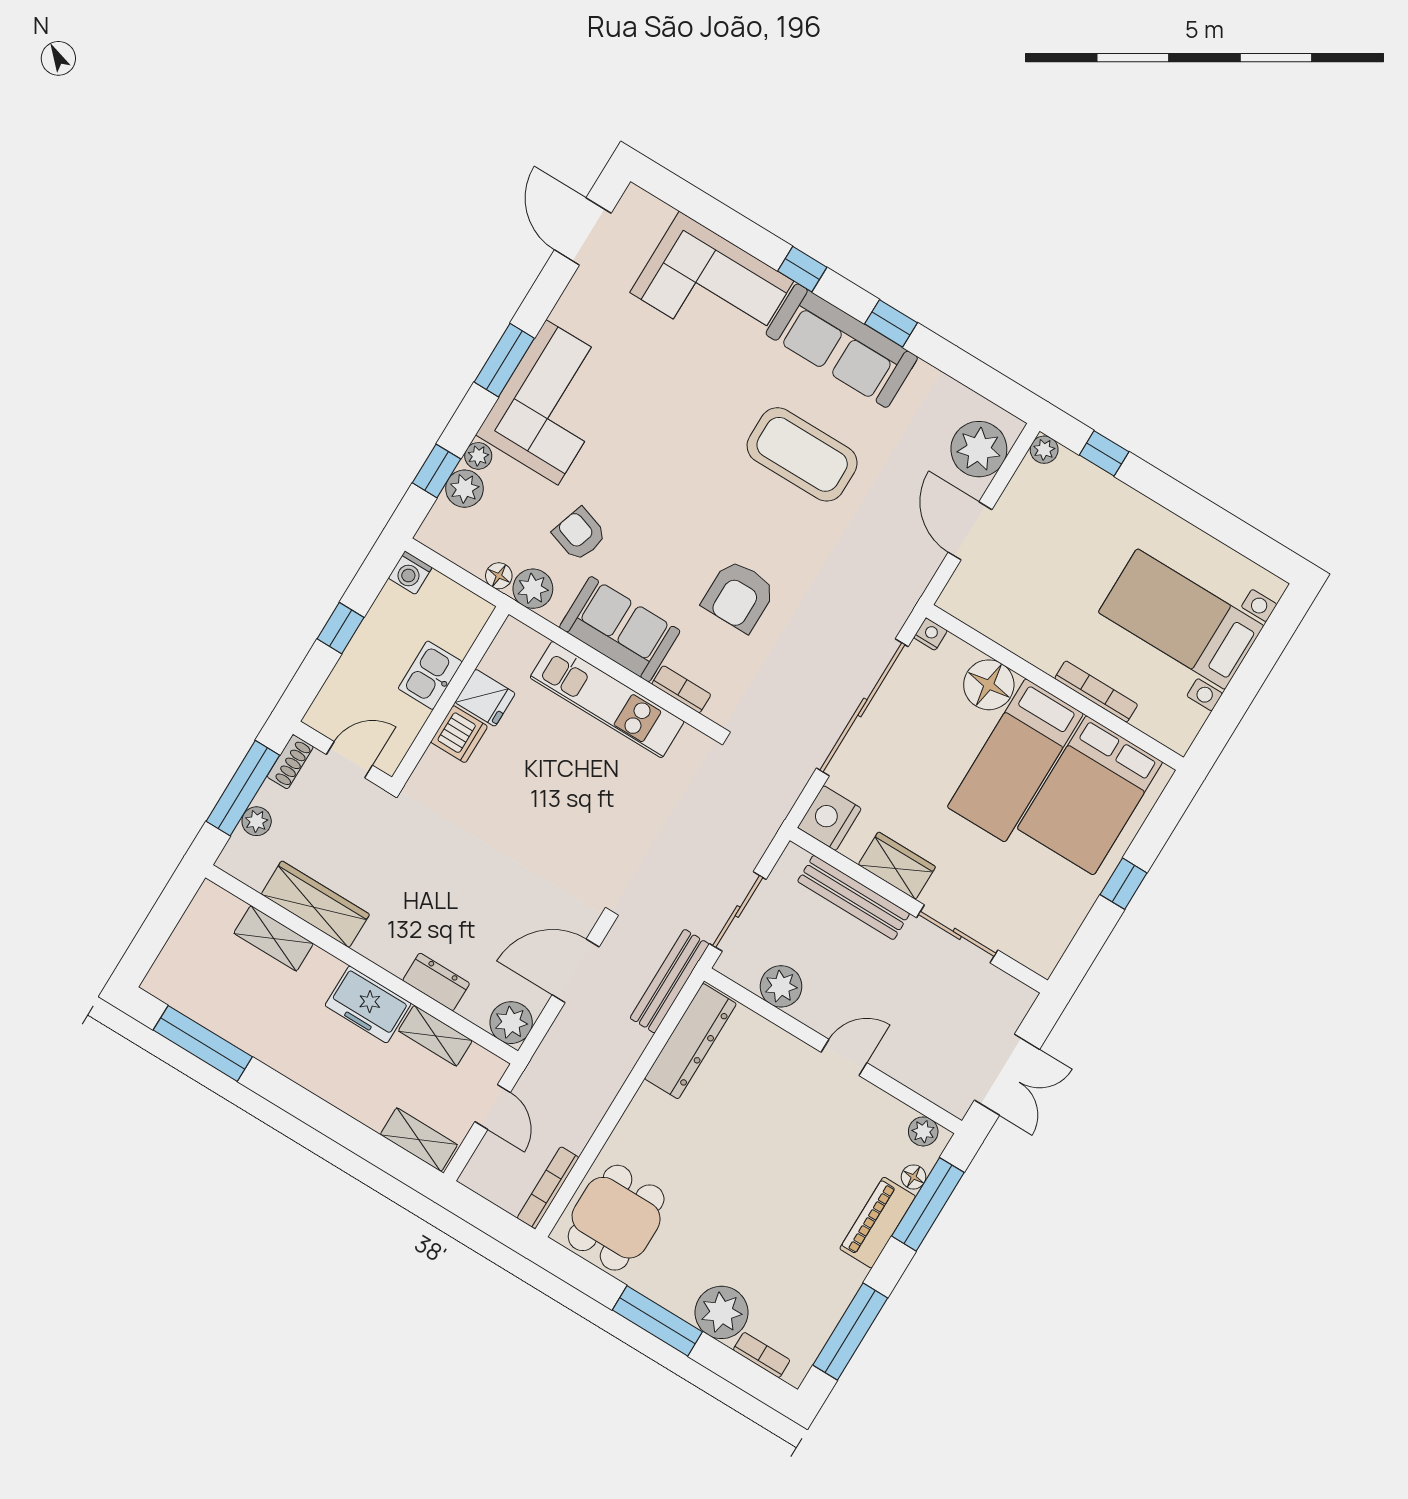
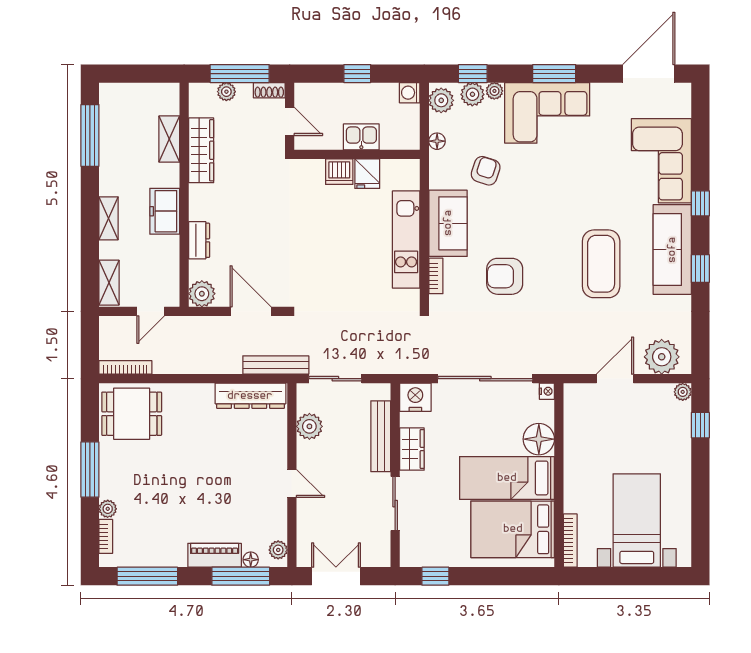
door: (583, 232) -> (649, 74), width x1.36
plant: (533, 589) -> (441, 100), moved
bookcase: (1096, 692) -> (570, 541), moved
window: (1124, 884) -> (435, 576), moved
shelving: (435, 1036) -> (109, 218), moved
double door: (1007, 1075) -> (336, 576), swing flipped
plant: (721, 1312) -> (108, 509), width x0.53, depth x0.53

